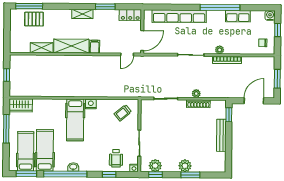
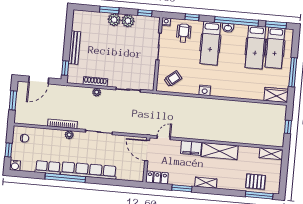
row of seats: (179, 16) -> (89, 171), moved
door: (142, 41) -> (147, 151), hinge flipped
filing cabinet: (95, 47) -> (191, 148), width x2.00
shelving: (42, 48) -> (271, 154), moved
hospital bed: (75, 120) -> (210, 43), moved, turned 180
plant: (155, 166) -> (128, 21), moved

